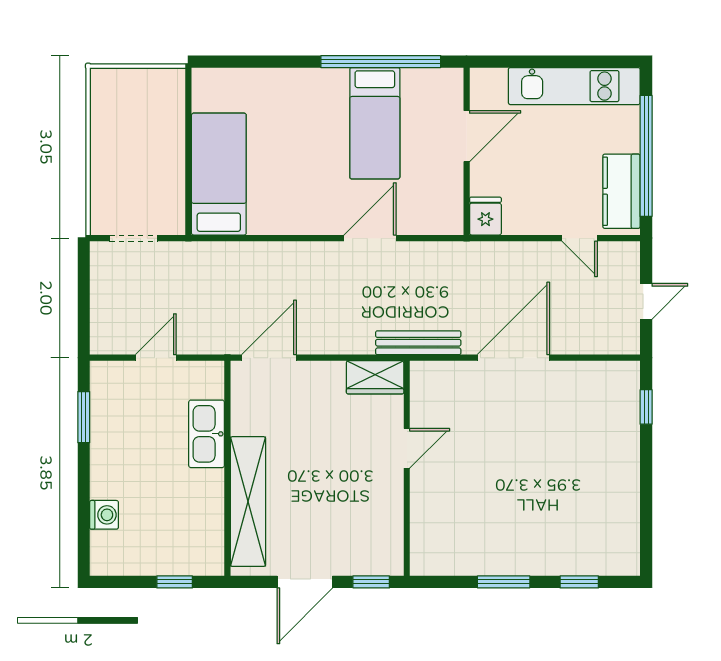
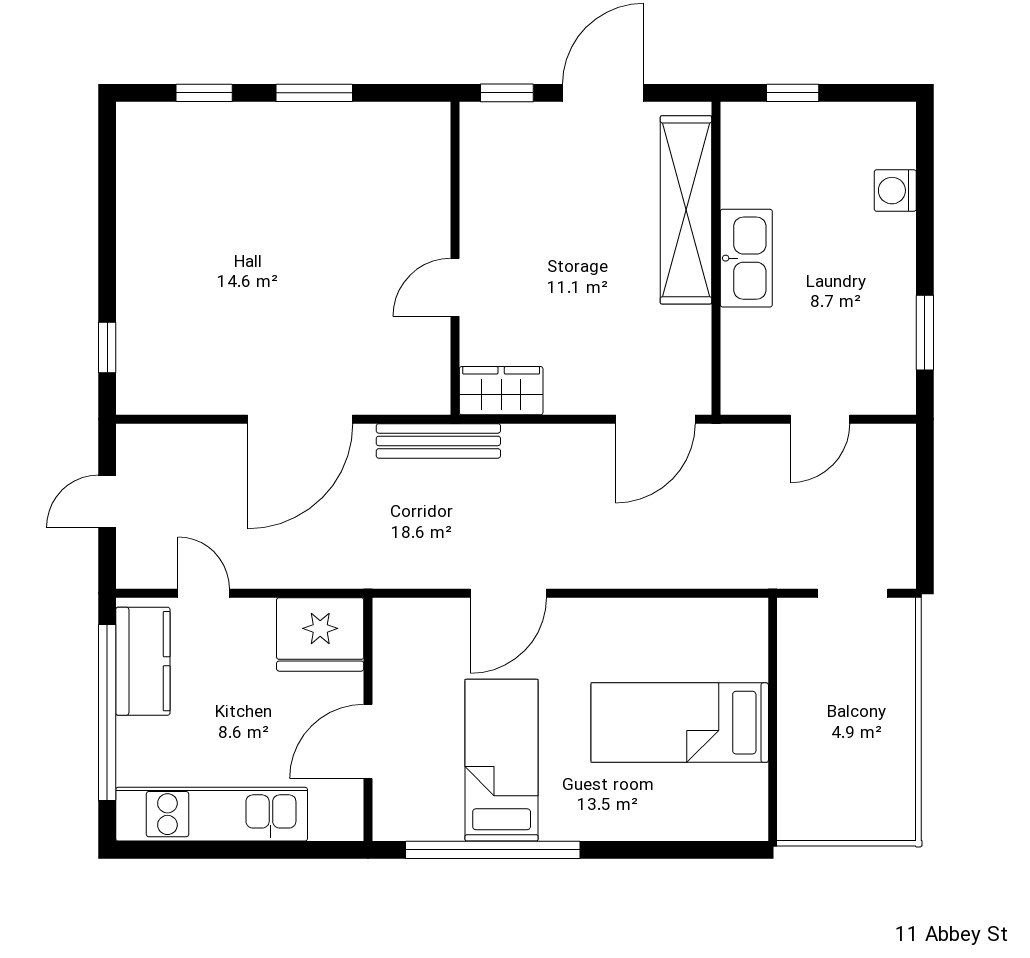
bed: (219, 174) -> (680, 723), moved, turned 90
fridge: (485, 216) -> (320, 634), width x1.88, depth x1.34
kitchen sink: (207, 434) -> (746, 258), moved

